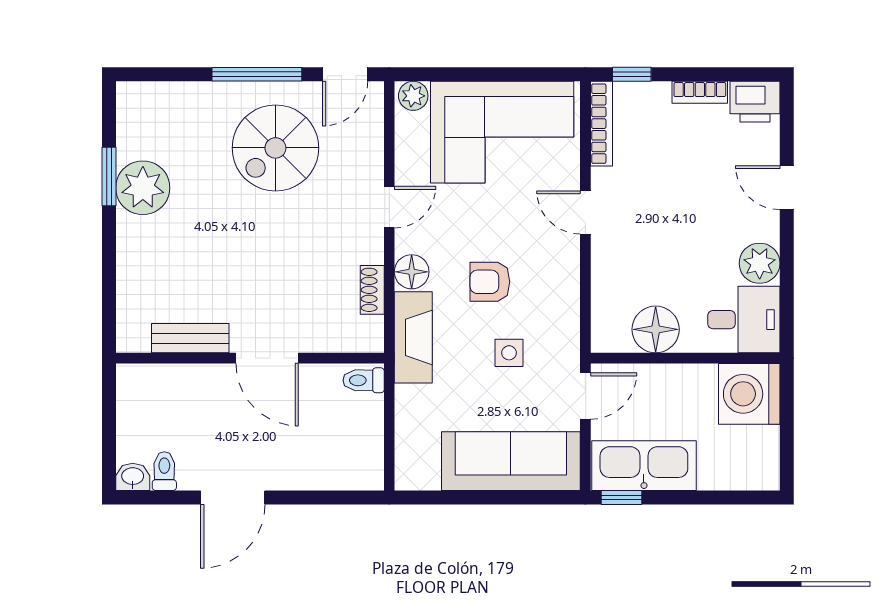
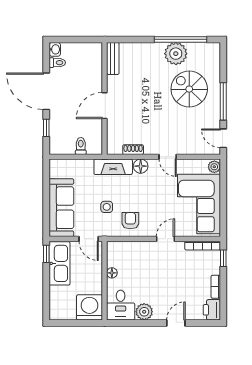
spiral stairs: (275, 148) -> (189, 89), moved
window: (109, 177) -> (180, 39), width x2.11
armchair: (490, 282) -> (130, 221), moved
floor lamp: (656, 329) -> (112, 273), width x0.53, depth x0.53
bench: (190, 338) -> (113, 58), moved
toilet: (364, 380) -> (81, 146), moved
door: (233, 497) -> (46, 91), width x1.36
window: (320, 497) -> (46, 128), added

